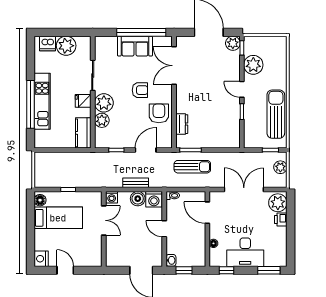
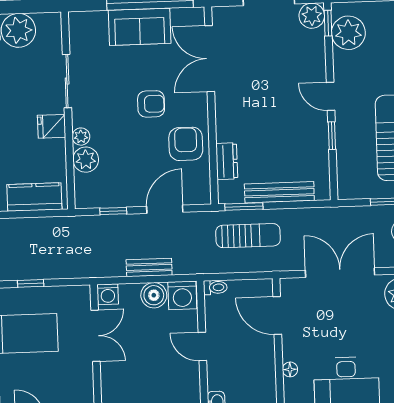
plant: (253, 65) -> (348, 33), moved
plant: (104, 103) -> (81, 137), width x0.53, depth x0.53
kitchen counter: (83, 133) -> (34, 197), moved, turned 90
bench: (211, 143) -> (279, 192), added

